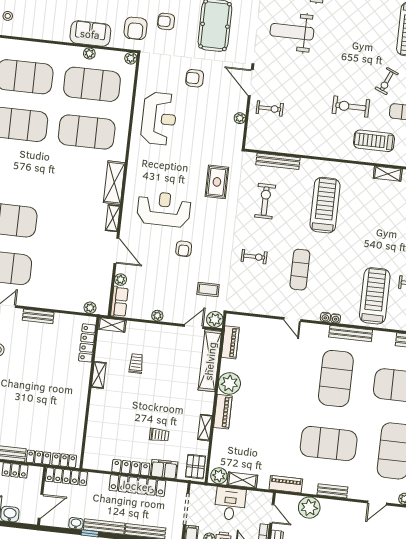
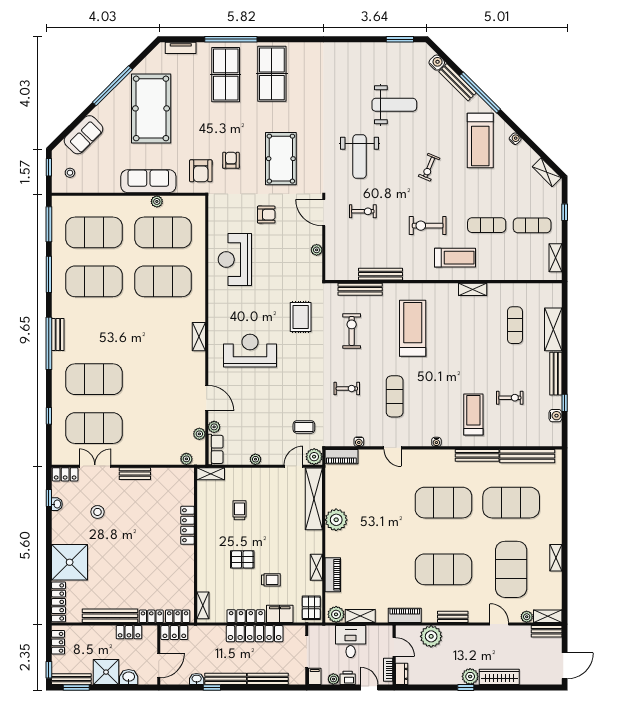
armchair: (166, 21) -> (231, 160), turned 90
weight bench: (292, 32) -> (360, 157), turned -90
sofa: (90, 34) -> (148, 181), width x1.36
plant: (131, 58) -> (199, 434), moved
armchair: (195, 78) -> (266, 215), turned 180
exercise bike: (387, 81) -> (429, 167), moved
exercise bike: (270, 108) -> (363, 211), moved
reception desk: (159, 119) -> (235, 260), turned 180
treadmill: (374, 141) -> (455, 258), turned 180
bench: (300, 149) -> (381, 274), added
shelving: (114, 183) -> (199, 337), width x0.67, depth x0.75
shelving: (113, 218) -> (199, 366), removed
armchair: (184, 249) -> (275, 389), removed
treadmill: (375, 296) -> (473, 414), width x0.73, depth x0.73
water cooler: (325, 317) -> (359, 442), moved
bench: (351, 334) -> (477, 455), moved
piano: (230, 342) -> (341, 457), moved, turned 90
locker: (87, 343) -> (187, 525), moved
shelving: (99, 375) -> (203, 605), moved
exercise mat: (336, 378) -> (443, 503), turned 90
pallet: (134, 412) -> (242, 559), added
piano: (223, 412) -> (333, 575), moved
locker: (66, 477) -> (174, 633), width x0.66
door: (377, 503) -> (499, 624), swing flipped

